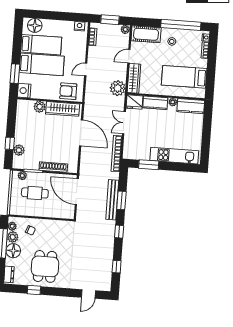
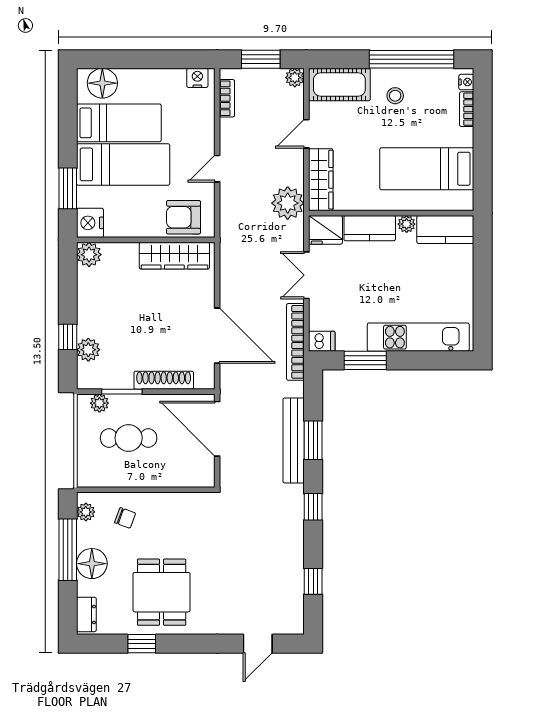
plant: (40, 107) -> (89, 255), moved
door: (81, 133) -> (217, 336), moved
dishwasher: (129, 154) -> (322, 341), added
plant: (13, 237) -> (89, 535), removed

